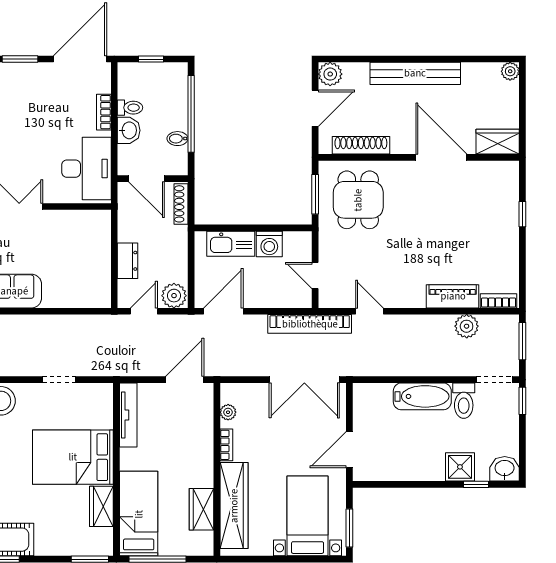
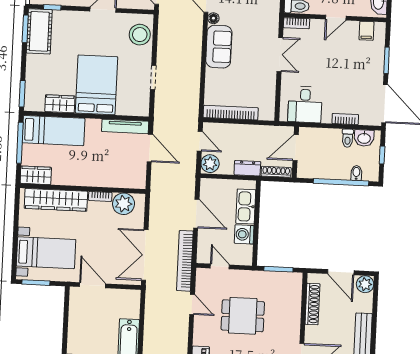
washbasin: (129, 130) -> (364, 138), moved
bidet: (178, 139) -> (356, 173), moved
desk: (86, 169) -> (305, 104), width x0.73
dining table: (358, 200) -> (243, 316), moved
dresser: (127, 261) -> (247, 168), moved, turned 180
bookcase: (102, 270) -> (231, 113), added
door: (315, 276) -> (220, 266), hinge flipped
door: (223, 311) -> (196, 214), moved
door: (369, 311) -> (192, 305), hinge flipped
door: (185, 380) -> (150, 148), moved
plant: (228, 412) -> (124, 204), width x1.88, depth x1.88
wardrobe: (201, 509) -> (36, 175), moved

